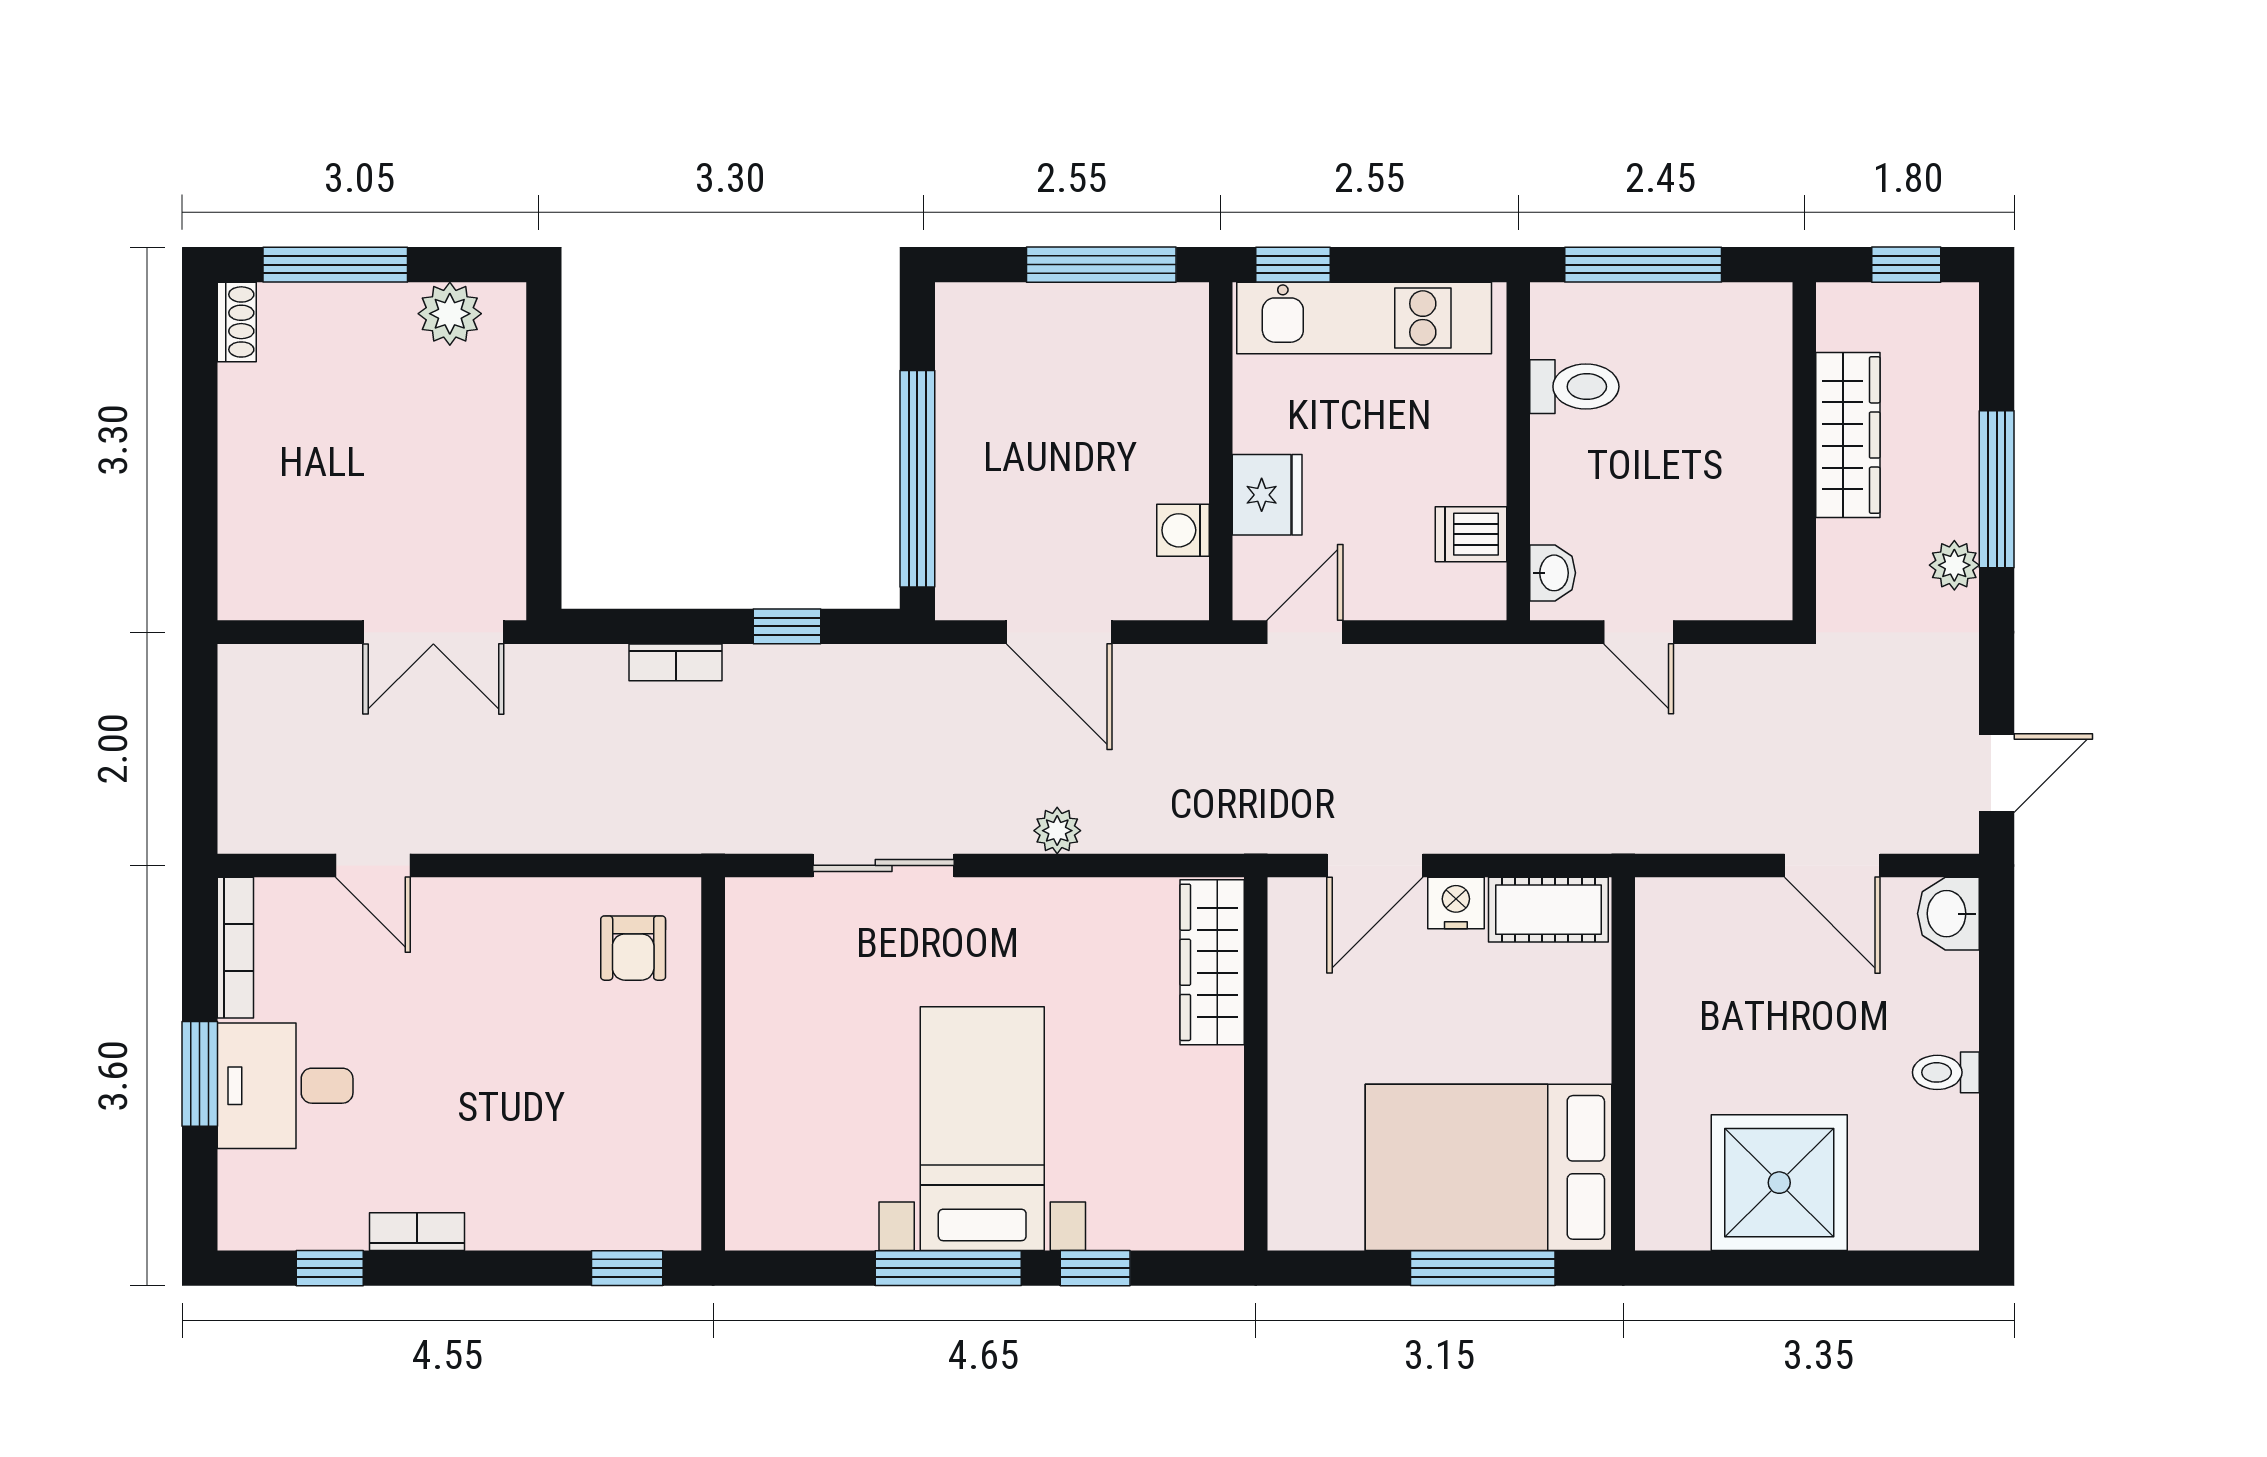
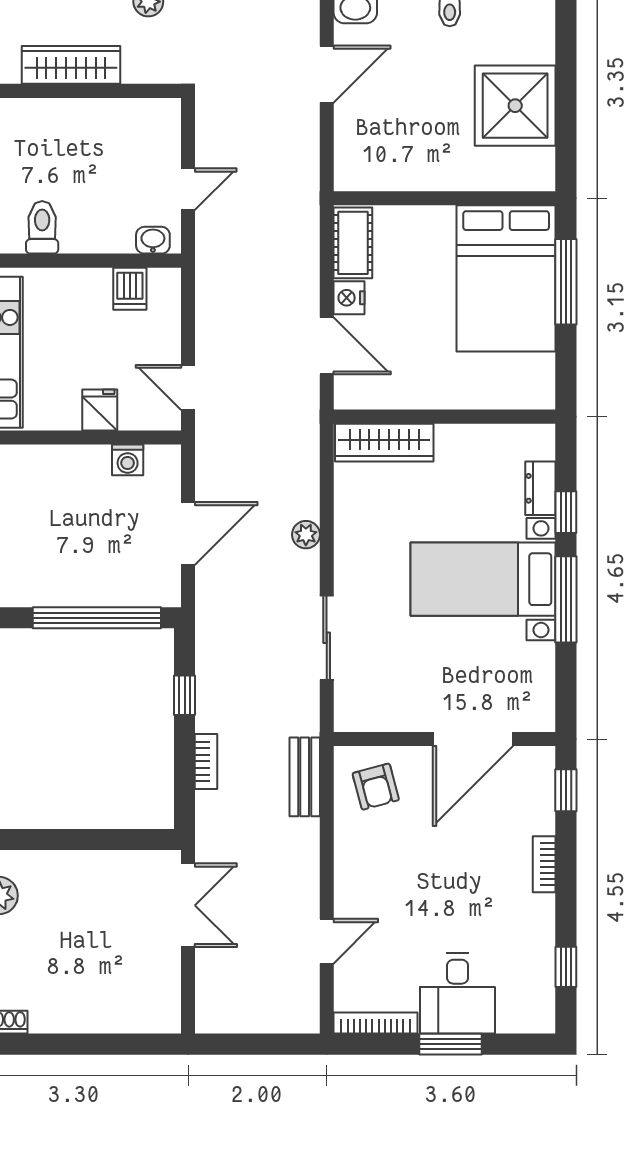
fridge: (1267, 495) -> (100, 410), width x0.72
bench: (649, 828) -> (305, 777), added
armchair: (633, 948) -> (376, 787), turned 75
door: (713, 1112) -> (473, 739), added
dresser: (1135, 1225) -> (540, 488), added
bookcase: (417, 1232) -> (544, 864), moved

